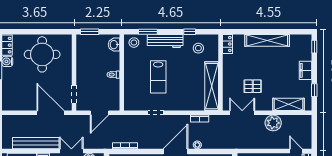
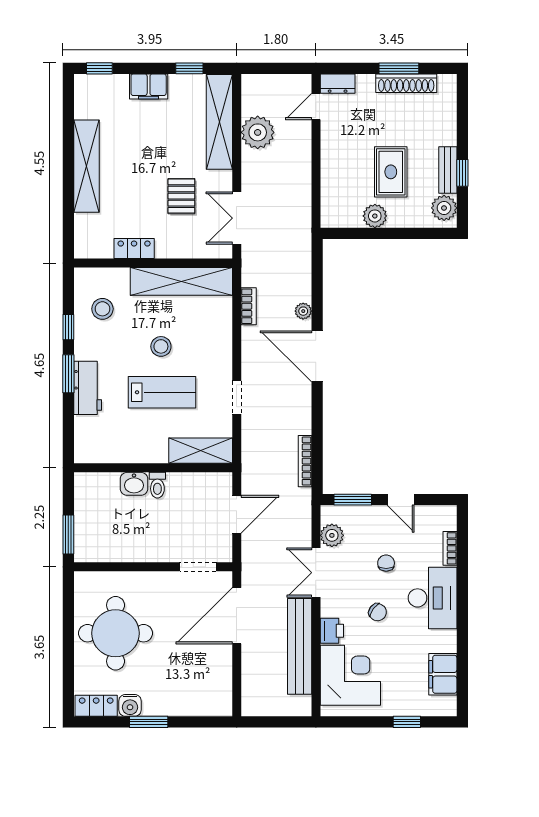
window: (148, 32) -> (68, 374), moved
workbench: (165, 41) -> (88, 388), width x0.73
stool: (134, 43) -> (161, 346), moved
locker: (227, 44) -> (134, 249), moved
washbasin: (114, 45) -> (134, 484), moved
shelving: (130, 95) -> (201, 451), added
shelving: (288, 104) -> (219, 122), width x1.47
door: (99, 113) -> (237, 514), hinge flipped
plant: (273, 123) -> (258, 132), moved

